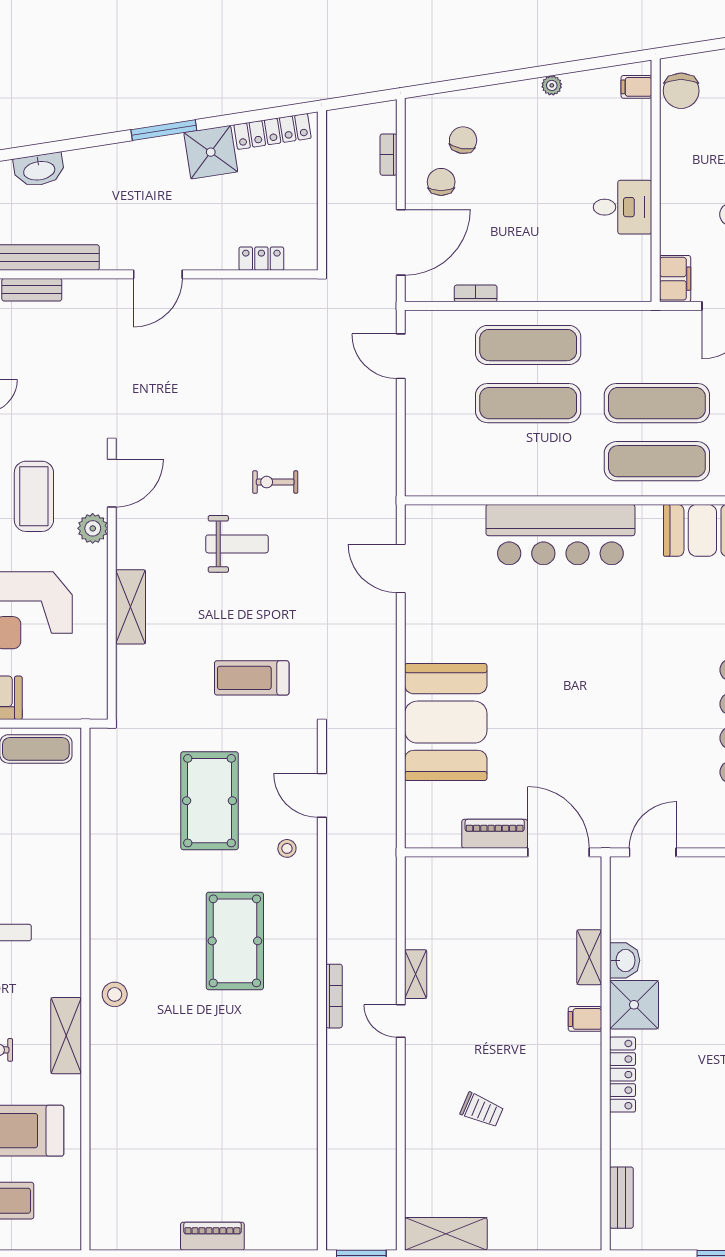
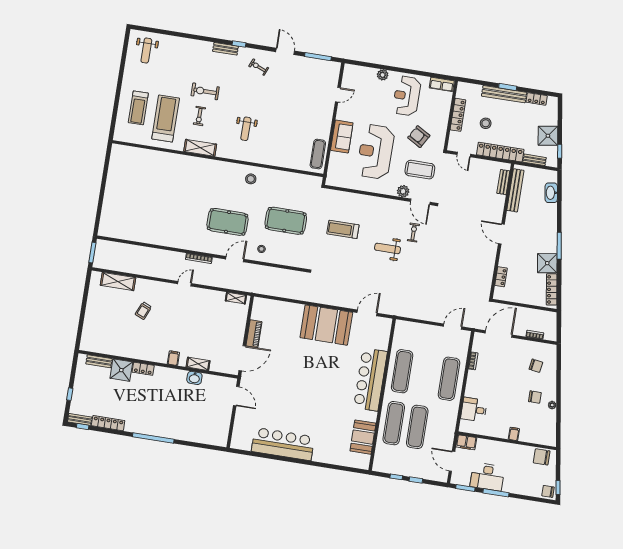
filing cabinet: (636, 87) -> (514, 434), moved
chair: (441, 182) -> (535, 397), moved
desk: (623, 207) -> (474, 410), moved, turned 90
door: (401, 242) -> (499, 334), swing flipped
exercise mat: (528, 403) -> (402, 371), moved
exercise bike: (275, 482) -> (413, 233), moved
weight bench: (237, 544) -> (388, 248), turned 90
shelving: (131, 607) -> (369, 201), removed
treadmill: (252, 678) -> (343, 229), moved, turned -90
booth: (446, 722) -> (326, 325), moved
door: (322, 795) -> (235, 259), moved
shelving: (416, 974) -> (236, 298), moved
stool: (115, 994) -> (251, 179), moved
shower: (634, 1005) -> (121, 370), moved
locker: (622, 1075) -> (143, 369), width x0.66
shelving: (446, 1234) -> (118, 281), moved, turned 90
piano: (212, 1236) -> (110, 194), removed

